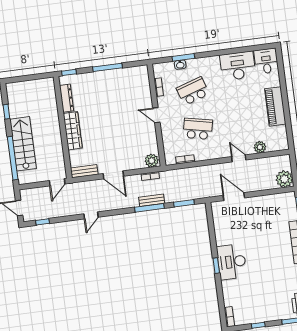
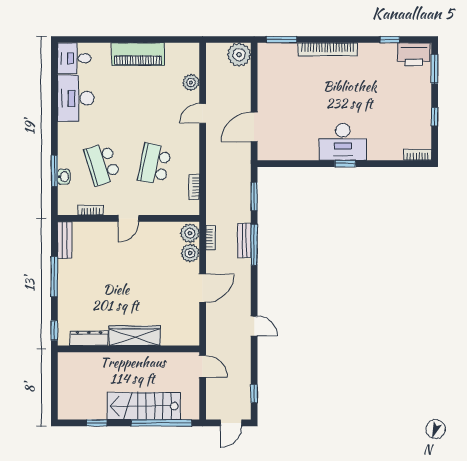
plant: (137, 163) -> (190, 253), added
bench: (84, 171) -> (65, 240), moved

